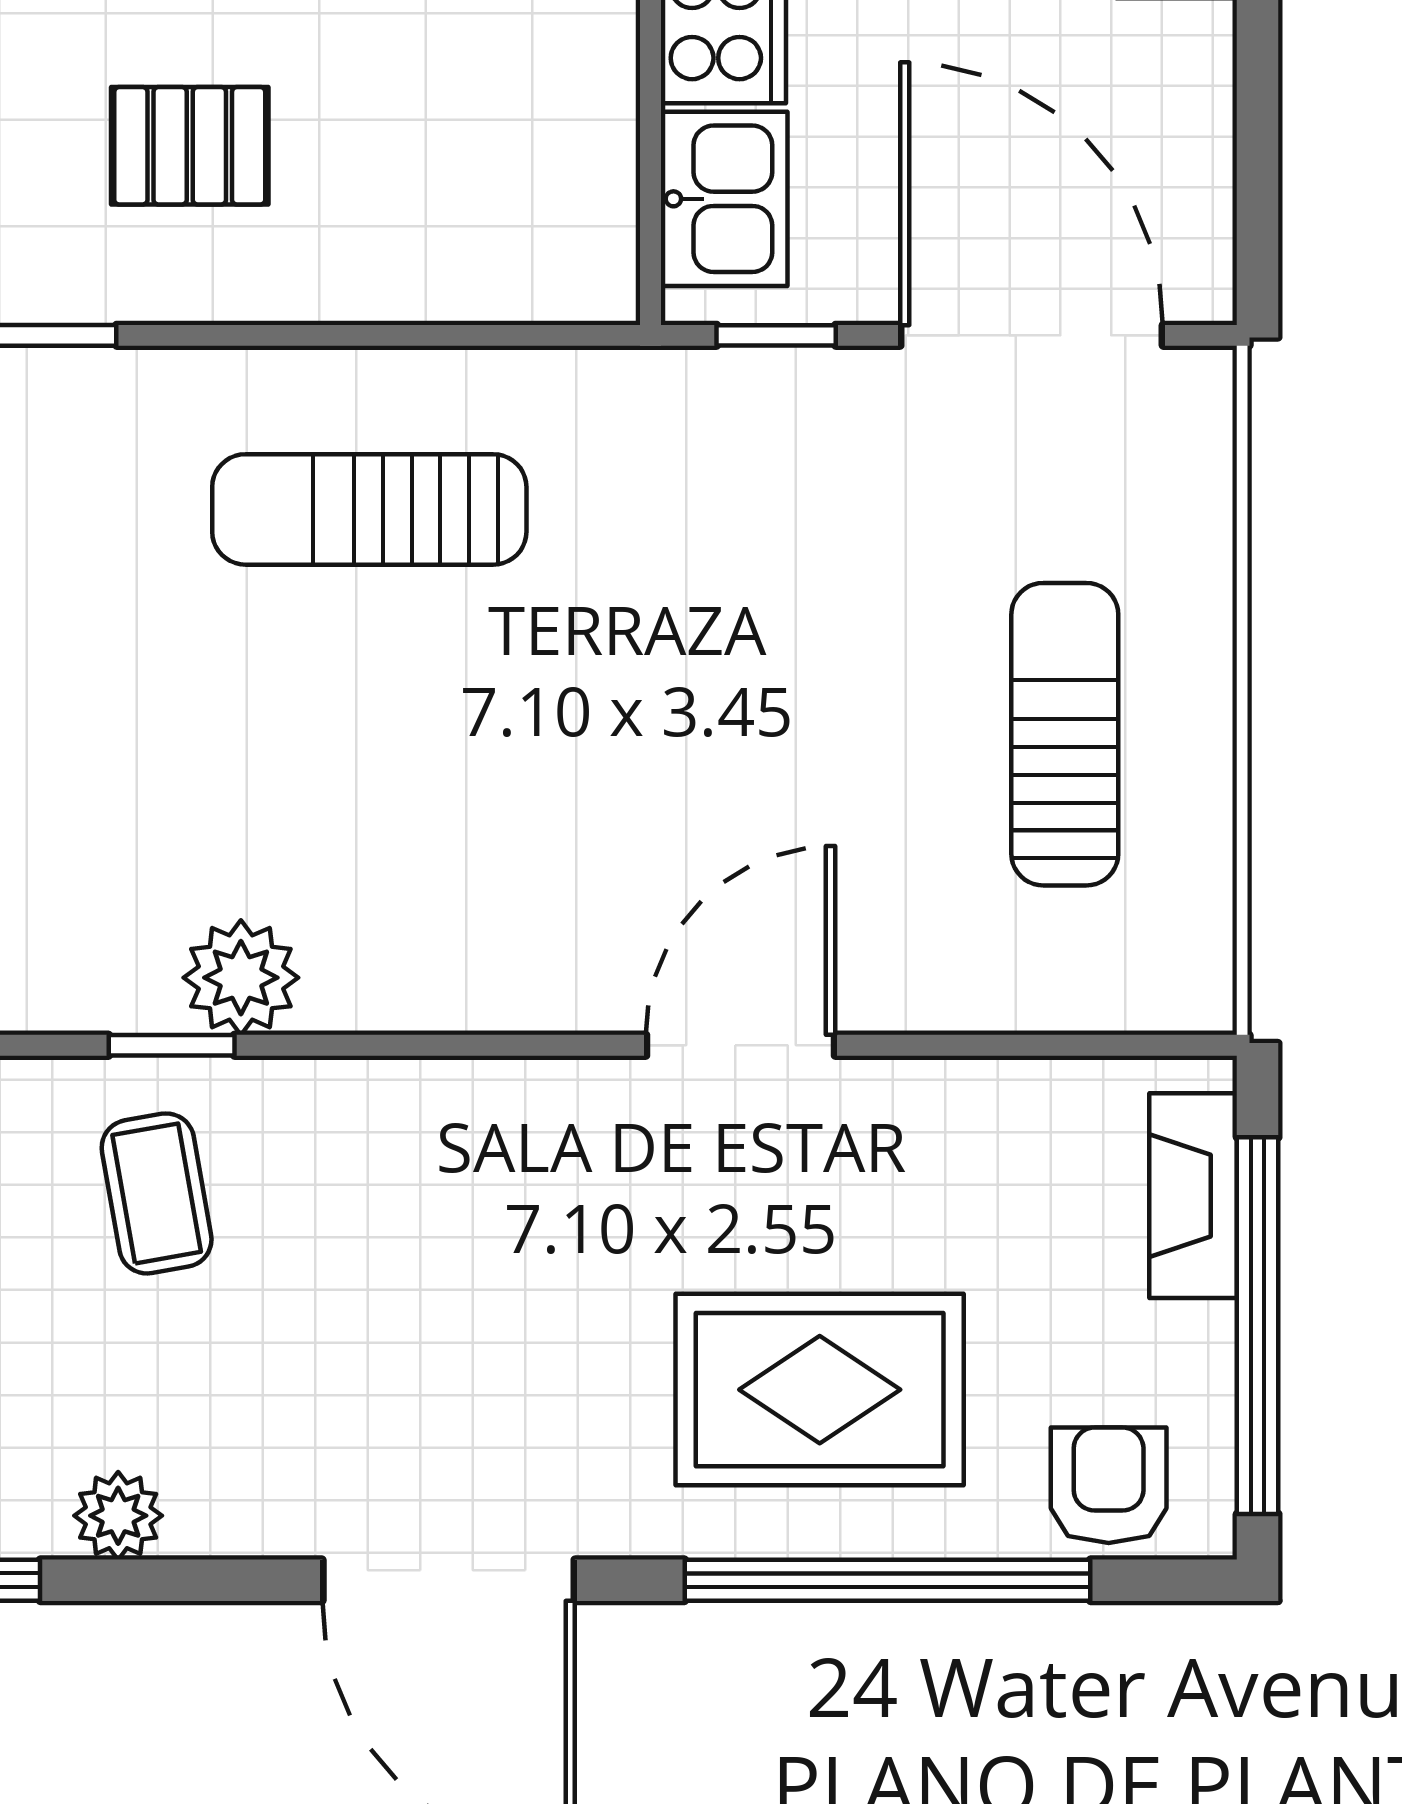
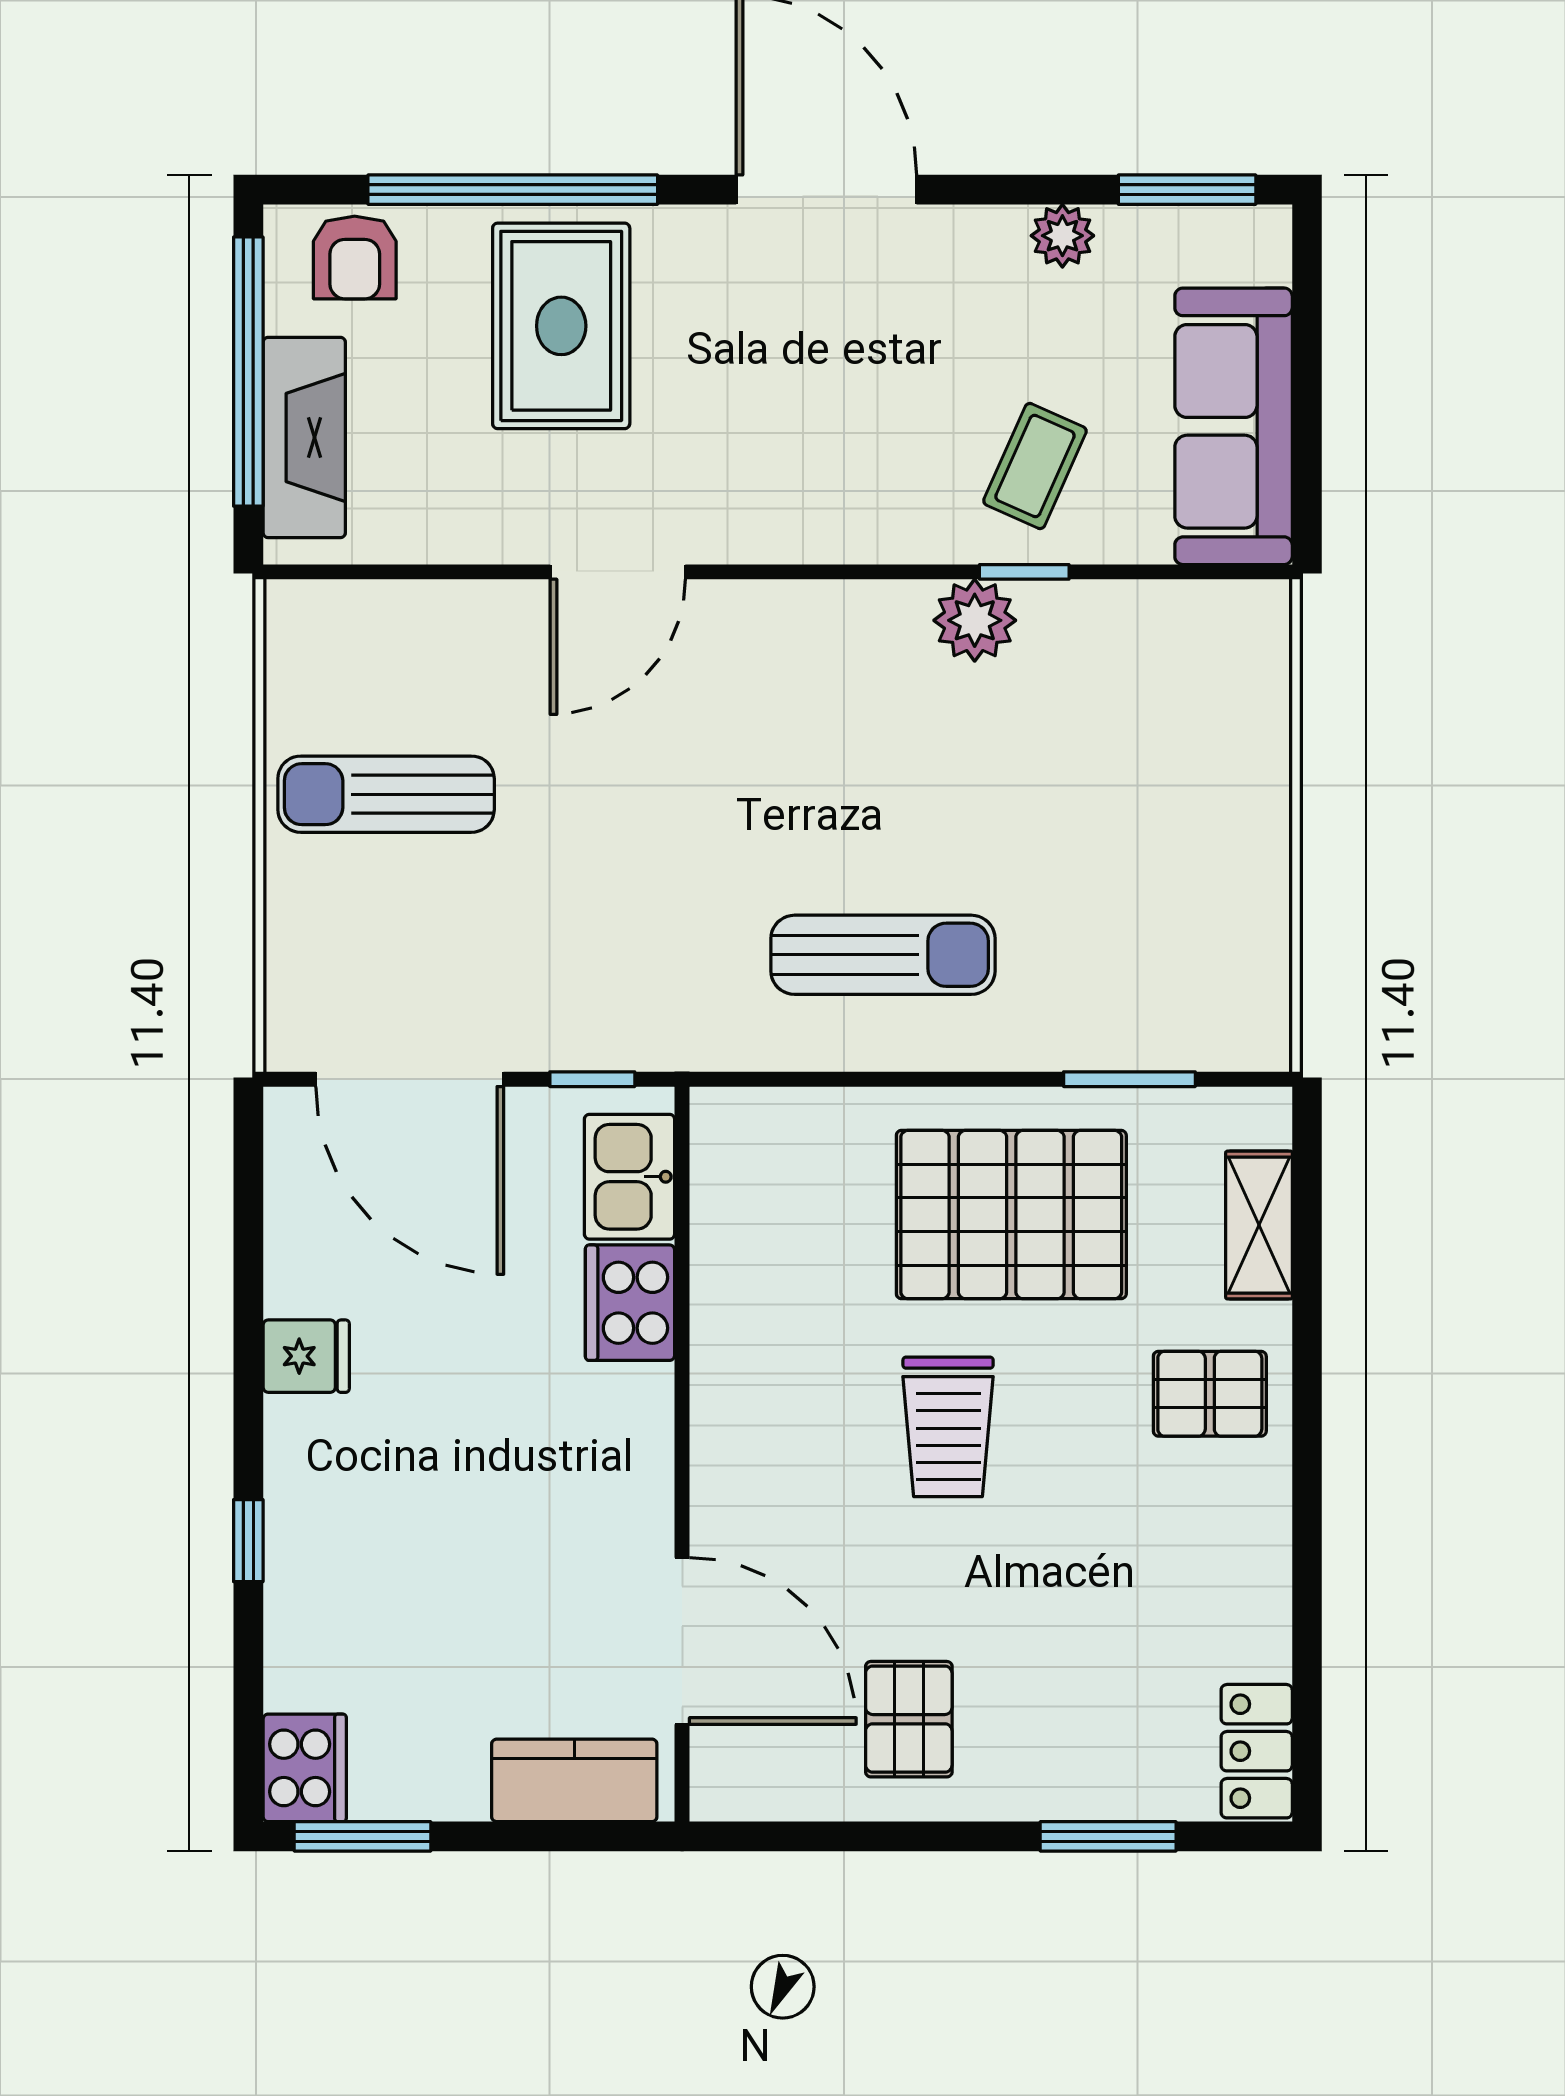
pallet: (190, 146) -> (1011, 1215), width x2.05, depth x2.00
sun lounger: (1065, 734) -> (386, 794), turned 90
coffee table: (157, 1193) -> (1035, 466), turned 34
fireplace: (1193, 1196) -> (304, 437), width x1.37, depth x1.32
rug: (820, 1390) -> (561, 326), turned 90

